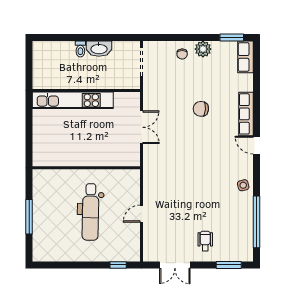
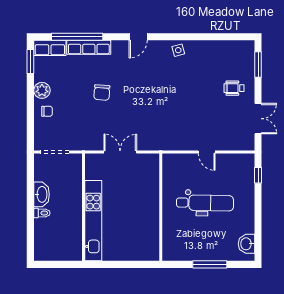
row of seats: (246, 114) -> (89, 47), moved
window: (257, 222) -> (77, 37), moved
washbasin: (50, 253) -> (246, 244), added

